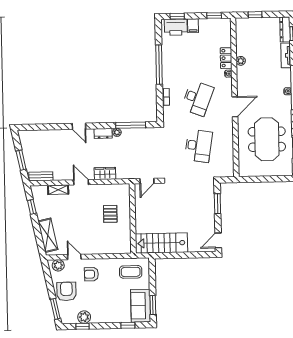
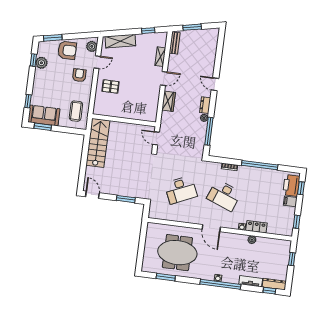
door: (79, 126) -> (215, 84), hinge flipped
desk: (198, 146) -> (181, 190), turned -33
pallet: (110, 214) -> (111, 86), moved

